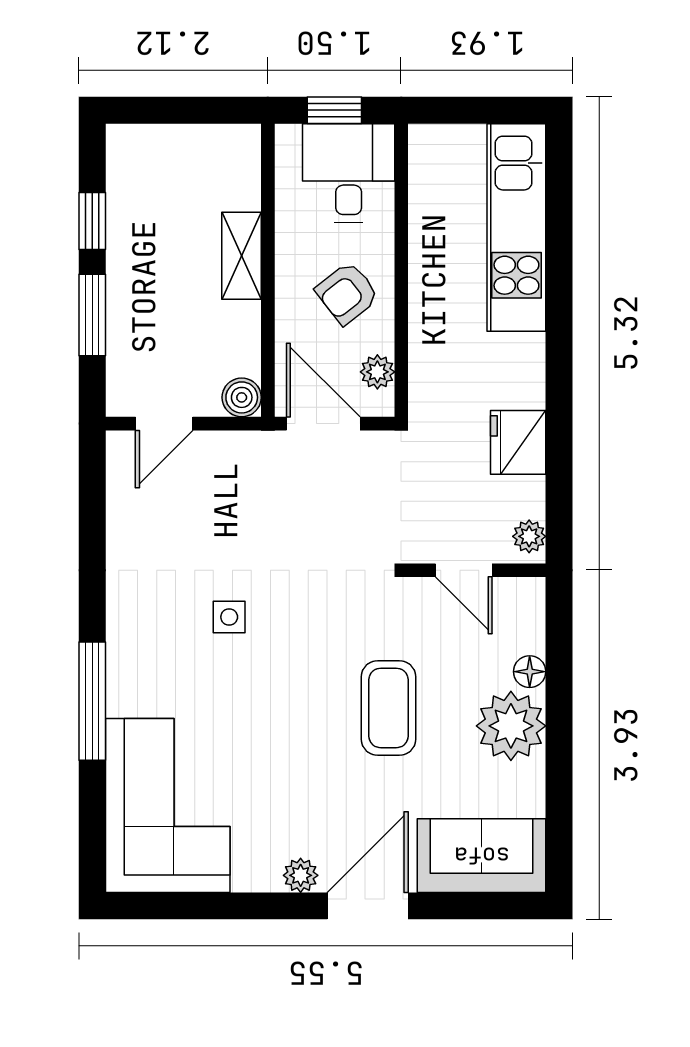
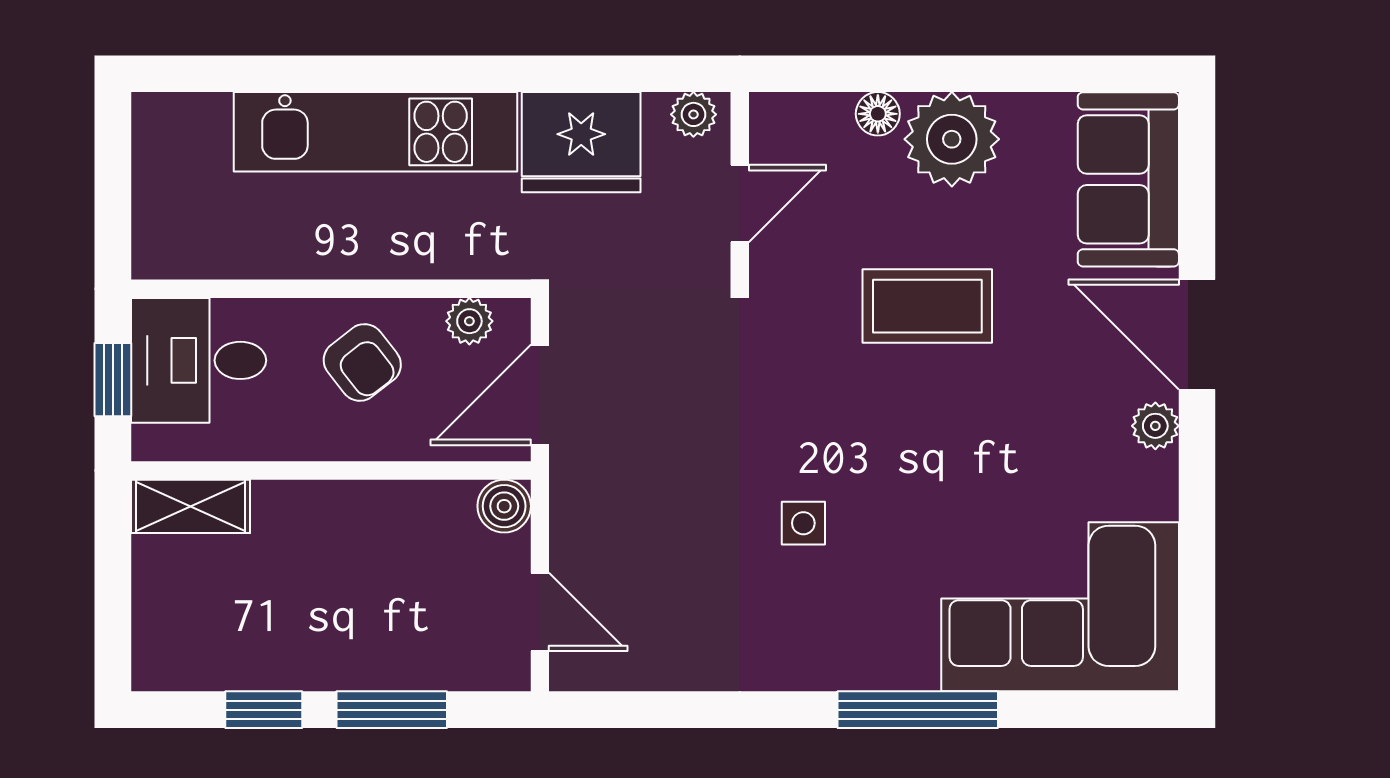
kitchen unit: (516, 227) -> (376, 132), moved
shelving: (242, 256) -> (191, 506), moved
fridge: (518, 442) -> (581, 142), width x1.36, depth x1.34

